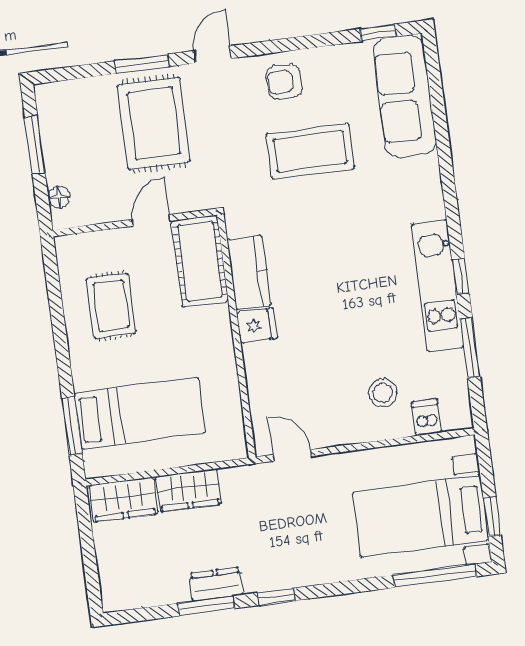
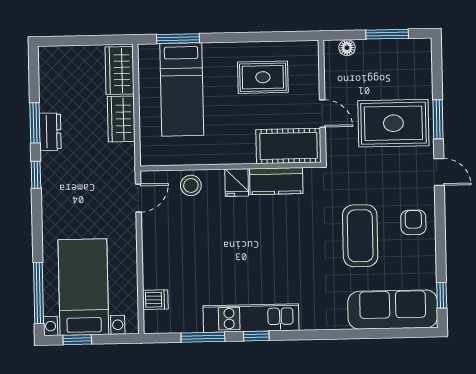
stool: (383, 393) -> (191, 185), moved

